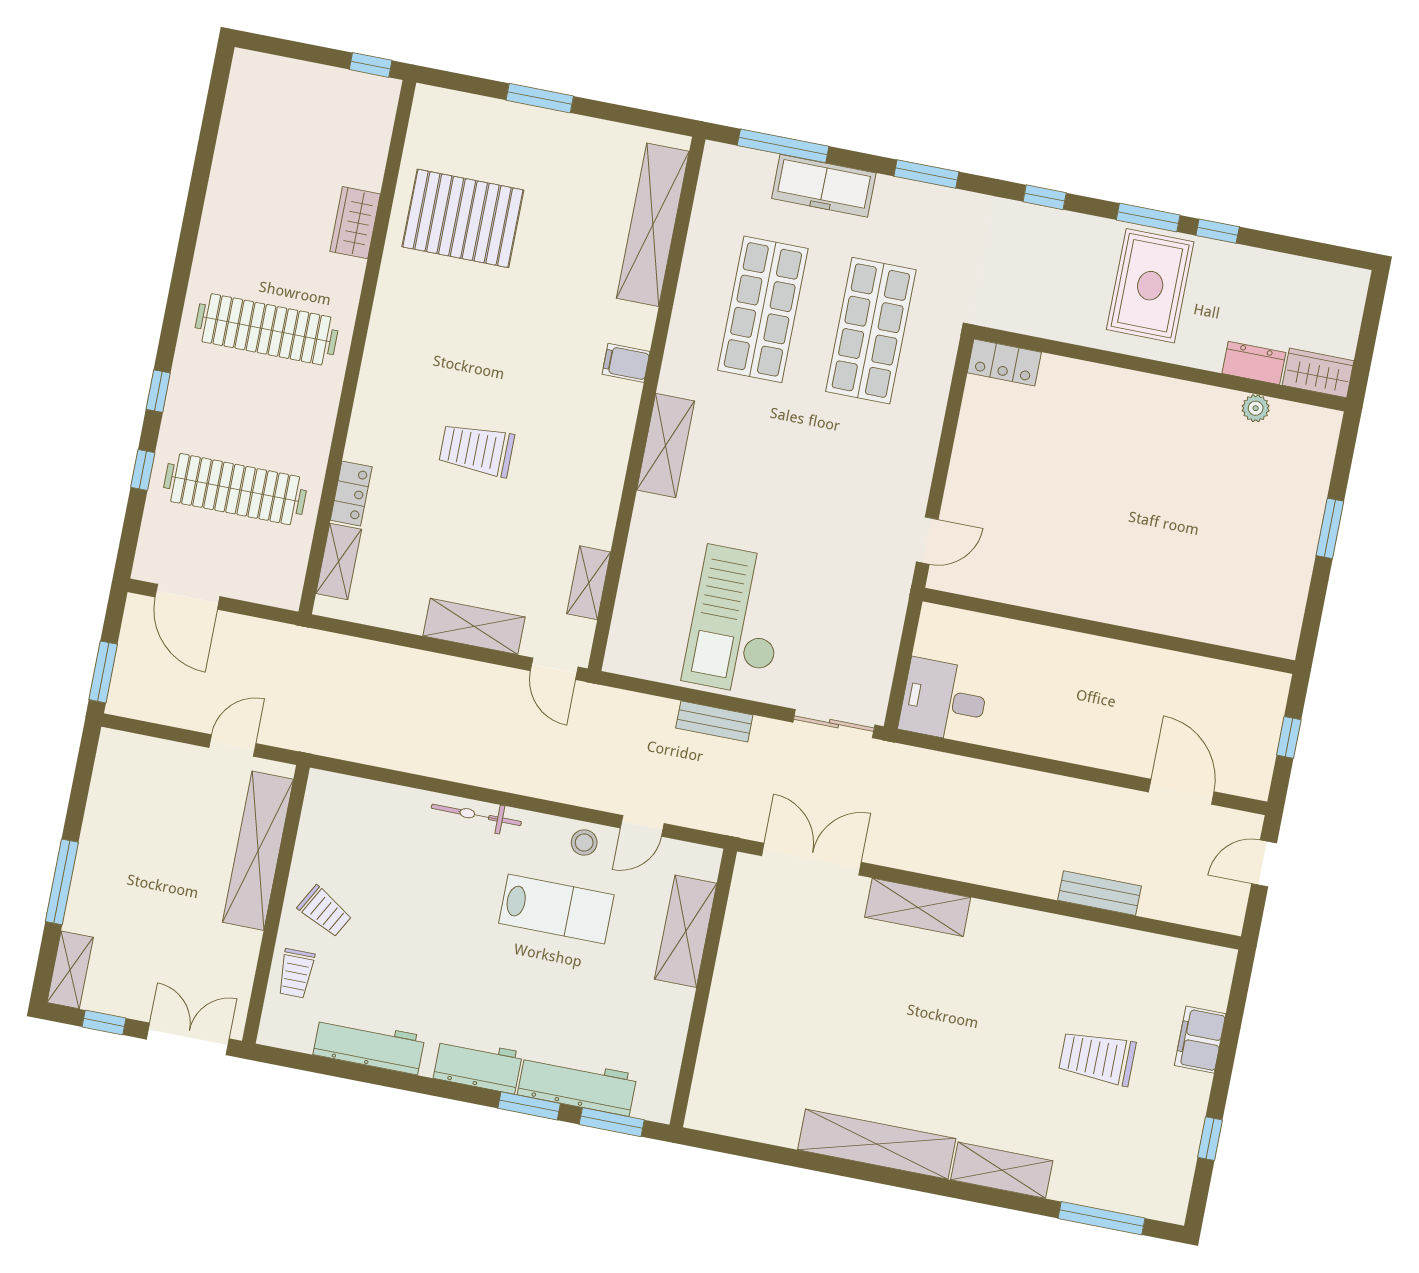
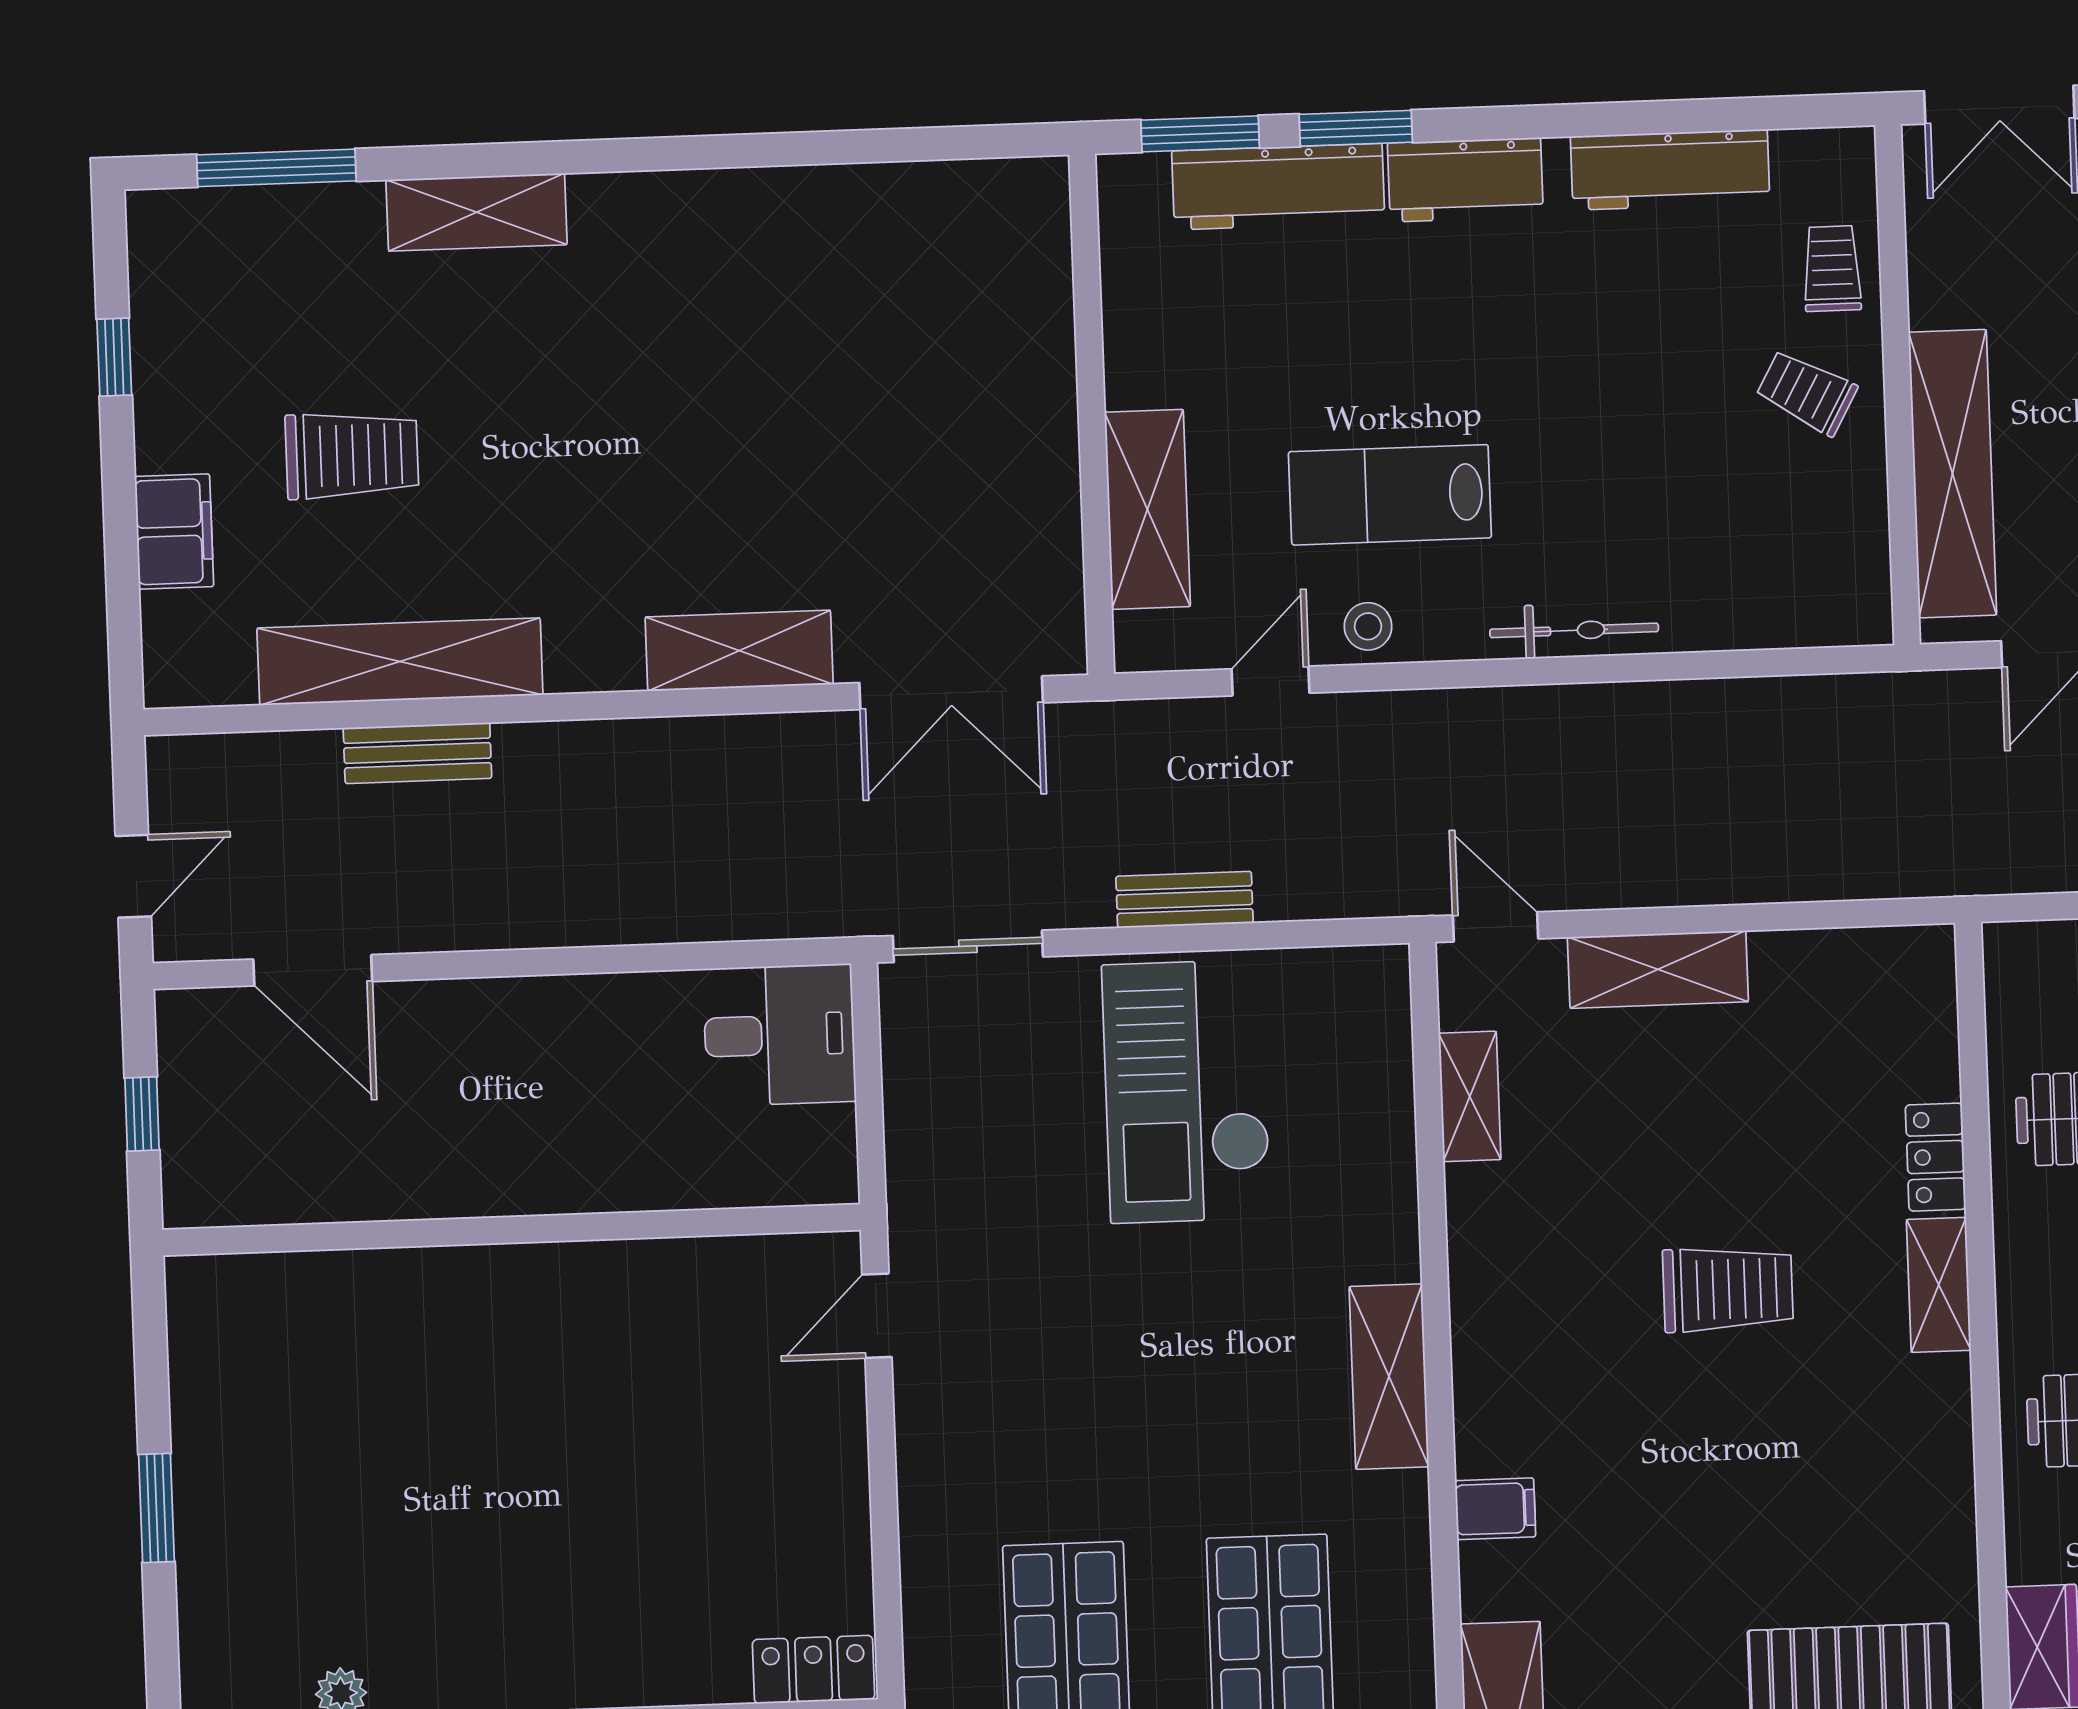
shelving: (339, 561) -> (1939, 1285), moved
checkout: (737, 620) -> (1187, 1091), turned 180
shelving: (877, 1144) -> (400, 662), moved

